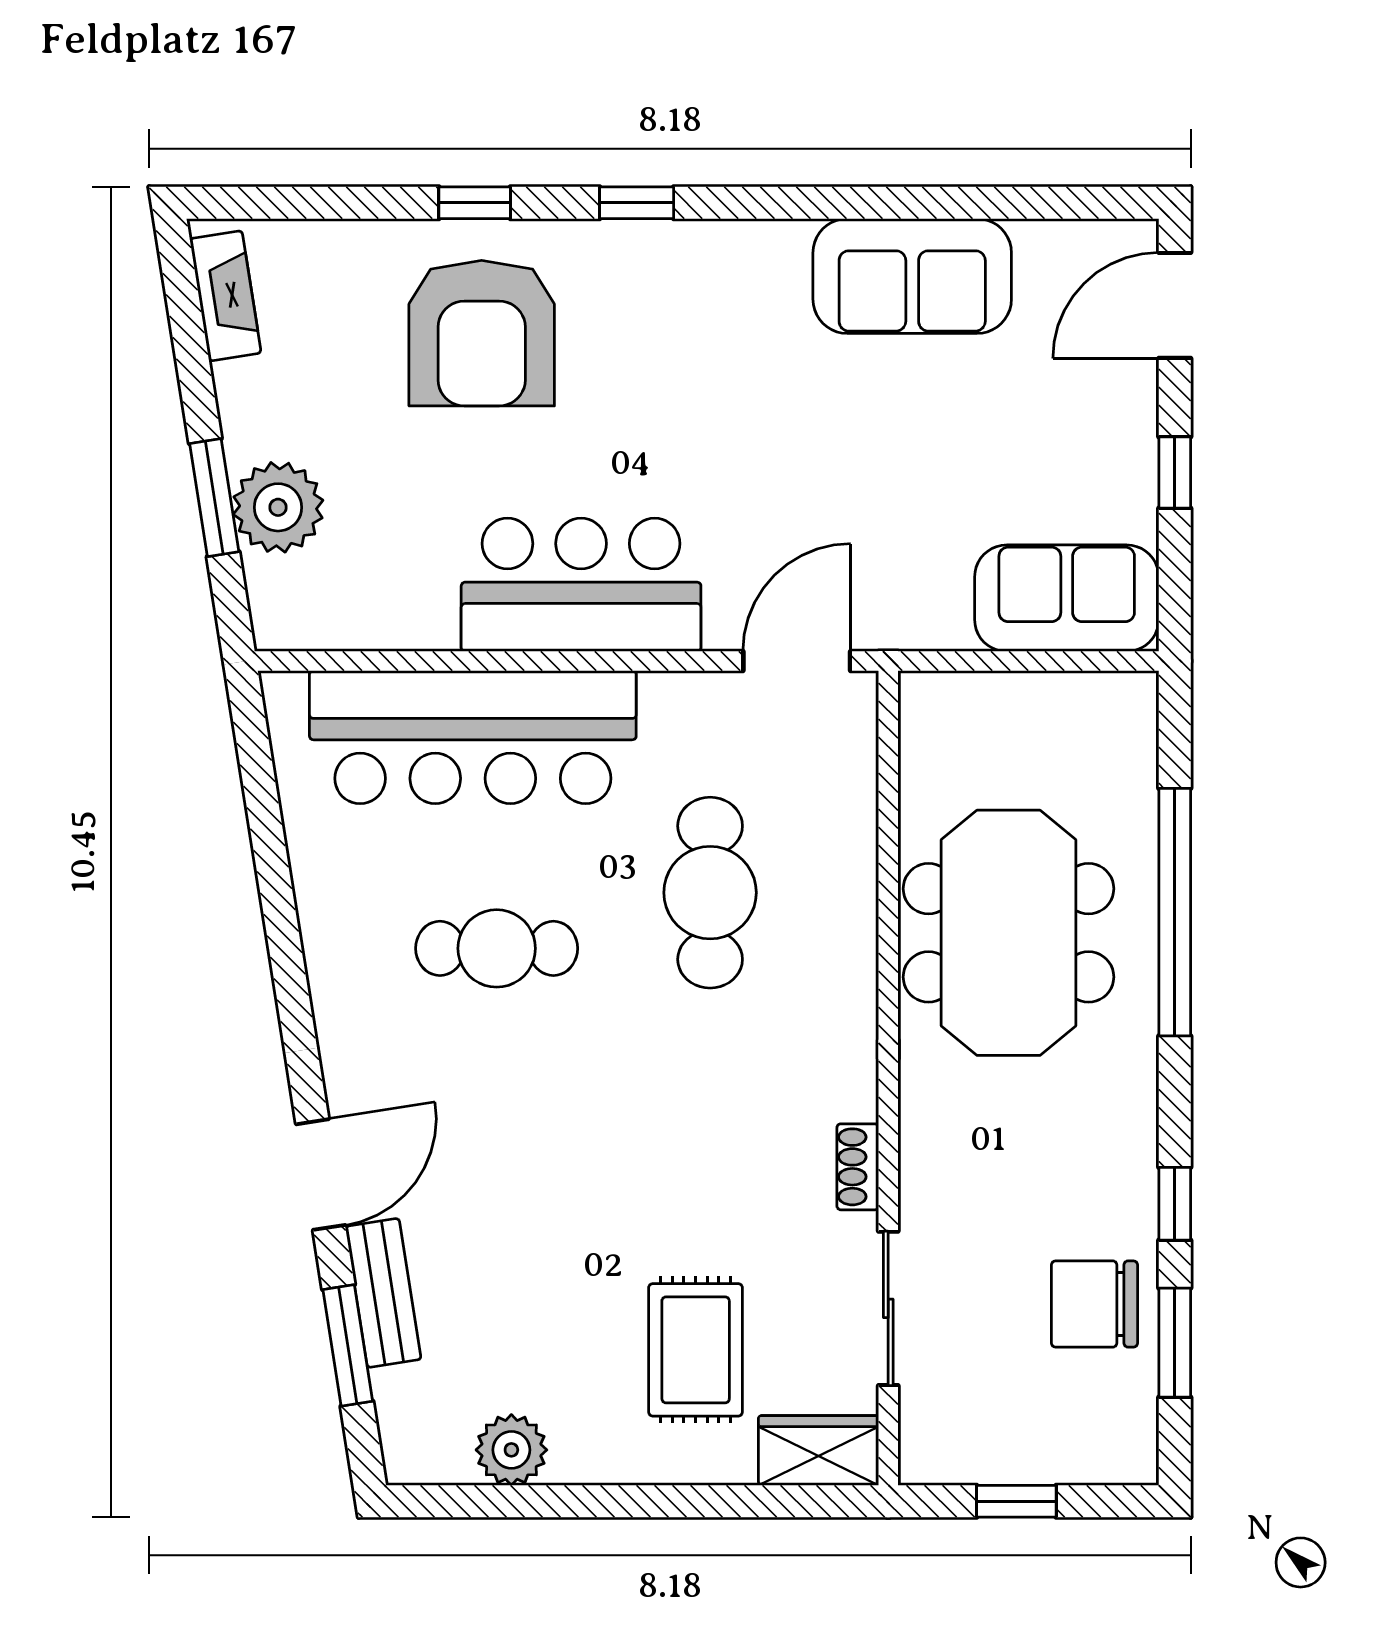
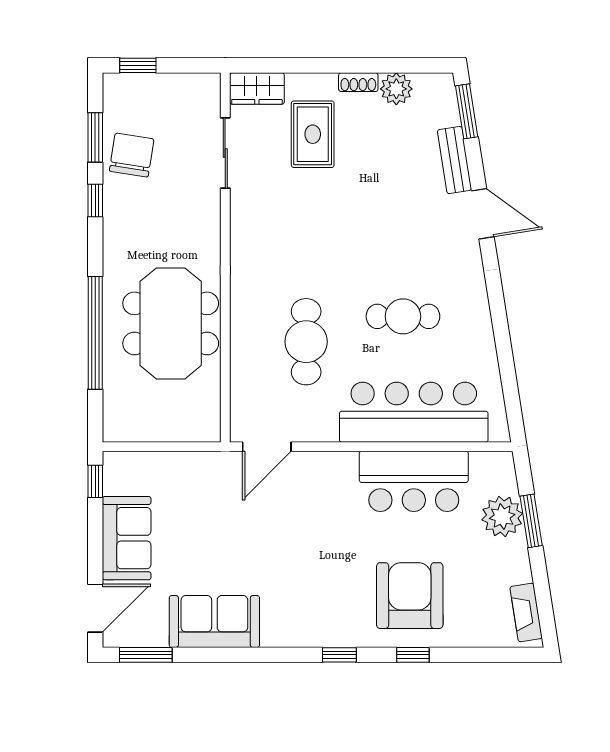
window: (1064, 203) -> (146, 655), added
window: (1175, 472) -> (95, 481), moved
bar counter: (581, 585) -> (414, 481), moved
sofa: (1067, 598) -> (127, 538), moved, turned -90
shoe rack: (858, 1167) -> (358, 82), moved, turned 90
door: (321, 1175) -> (483, 214), swing flipped
chair: (1095, 1304) -> (132, 155), turned -81
window: (348, 1345) -> (467, 111), moved
window: (1016, 1501) -> (138, 65), moved

